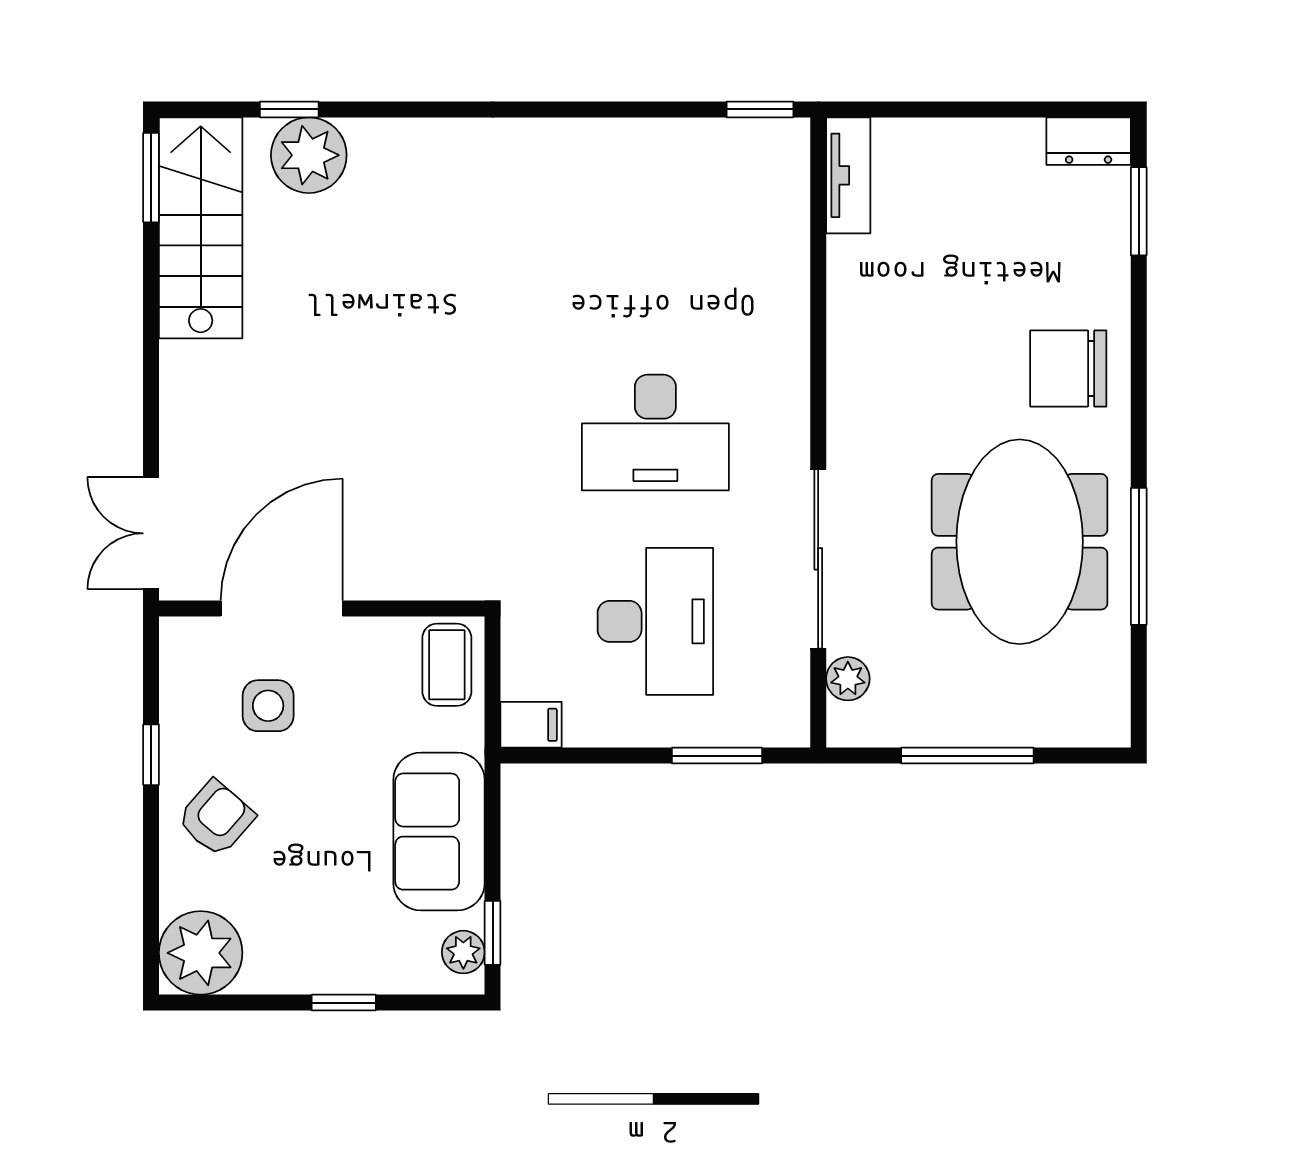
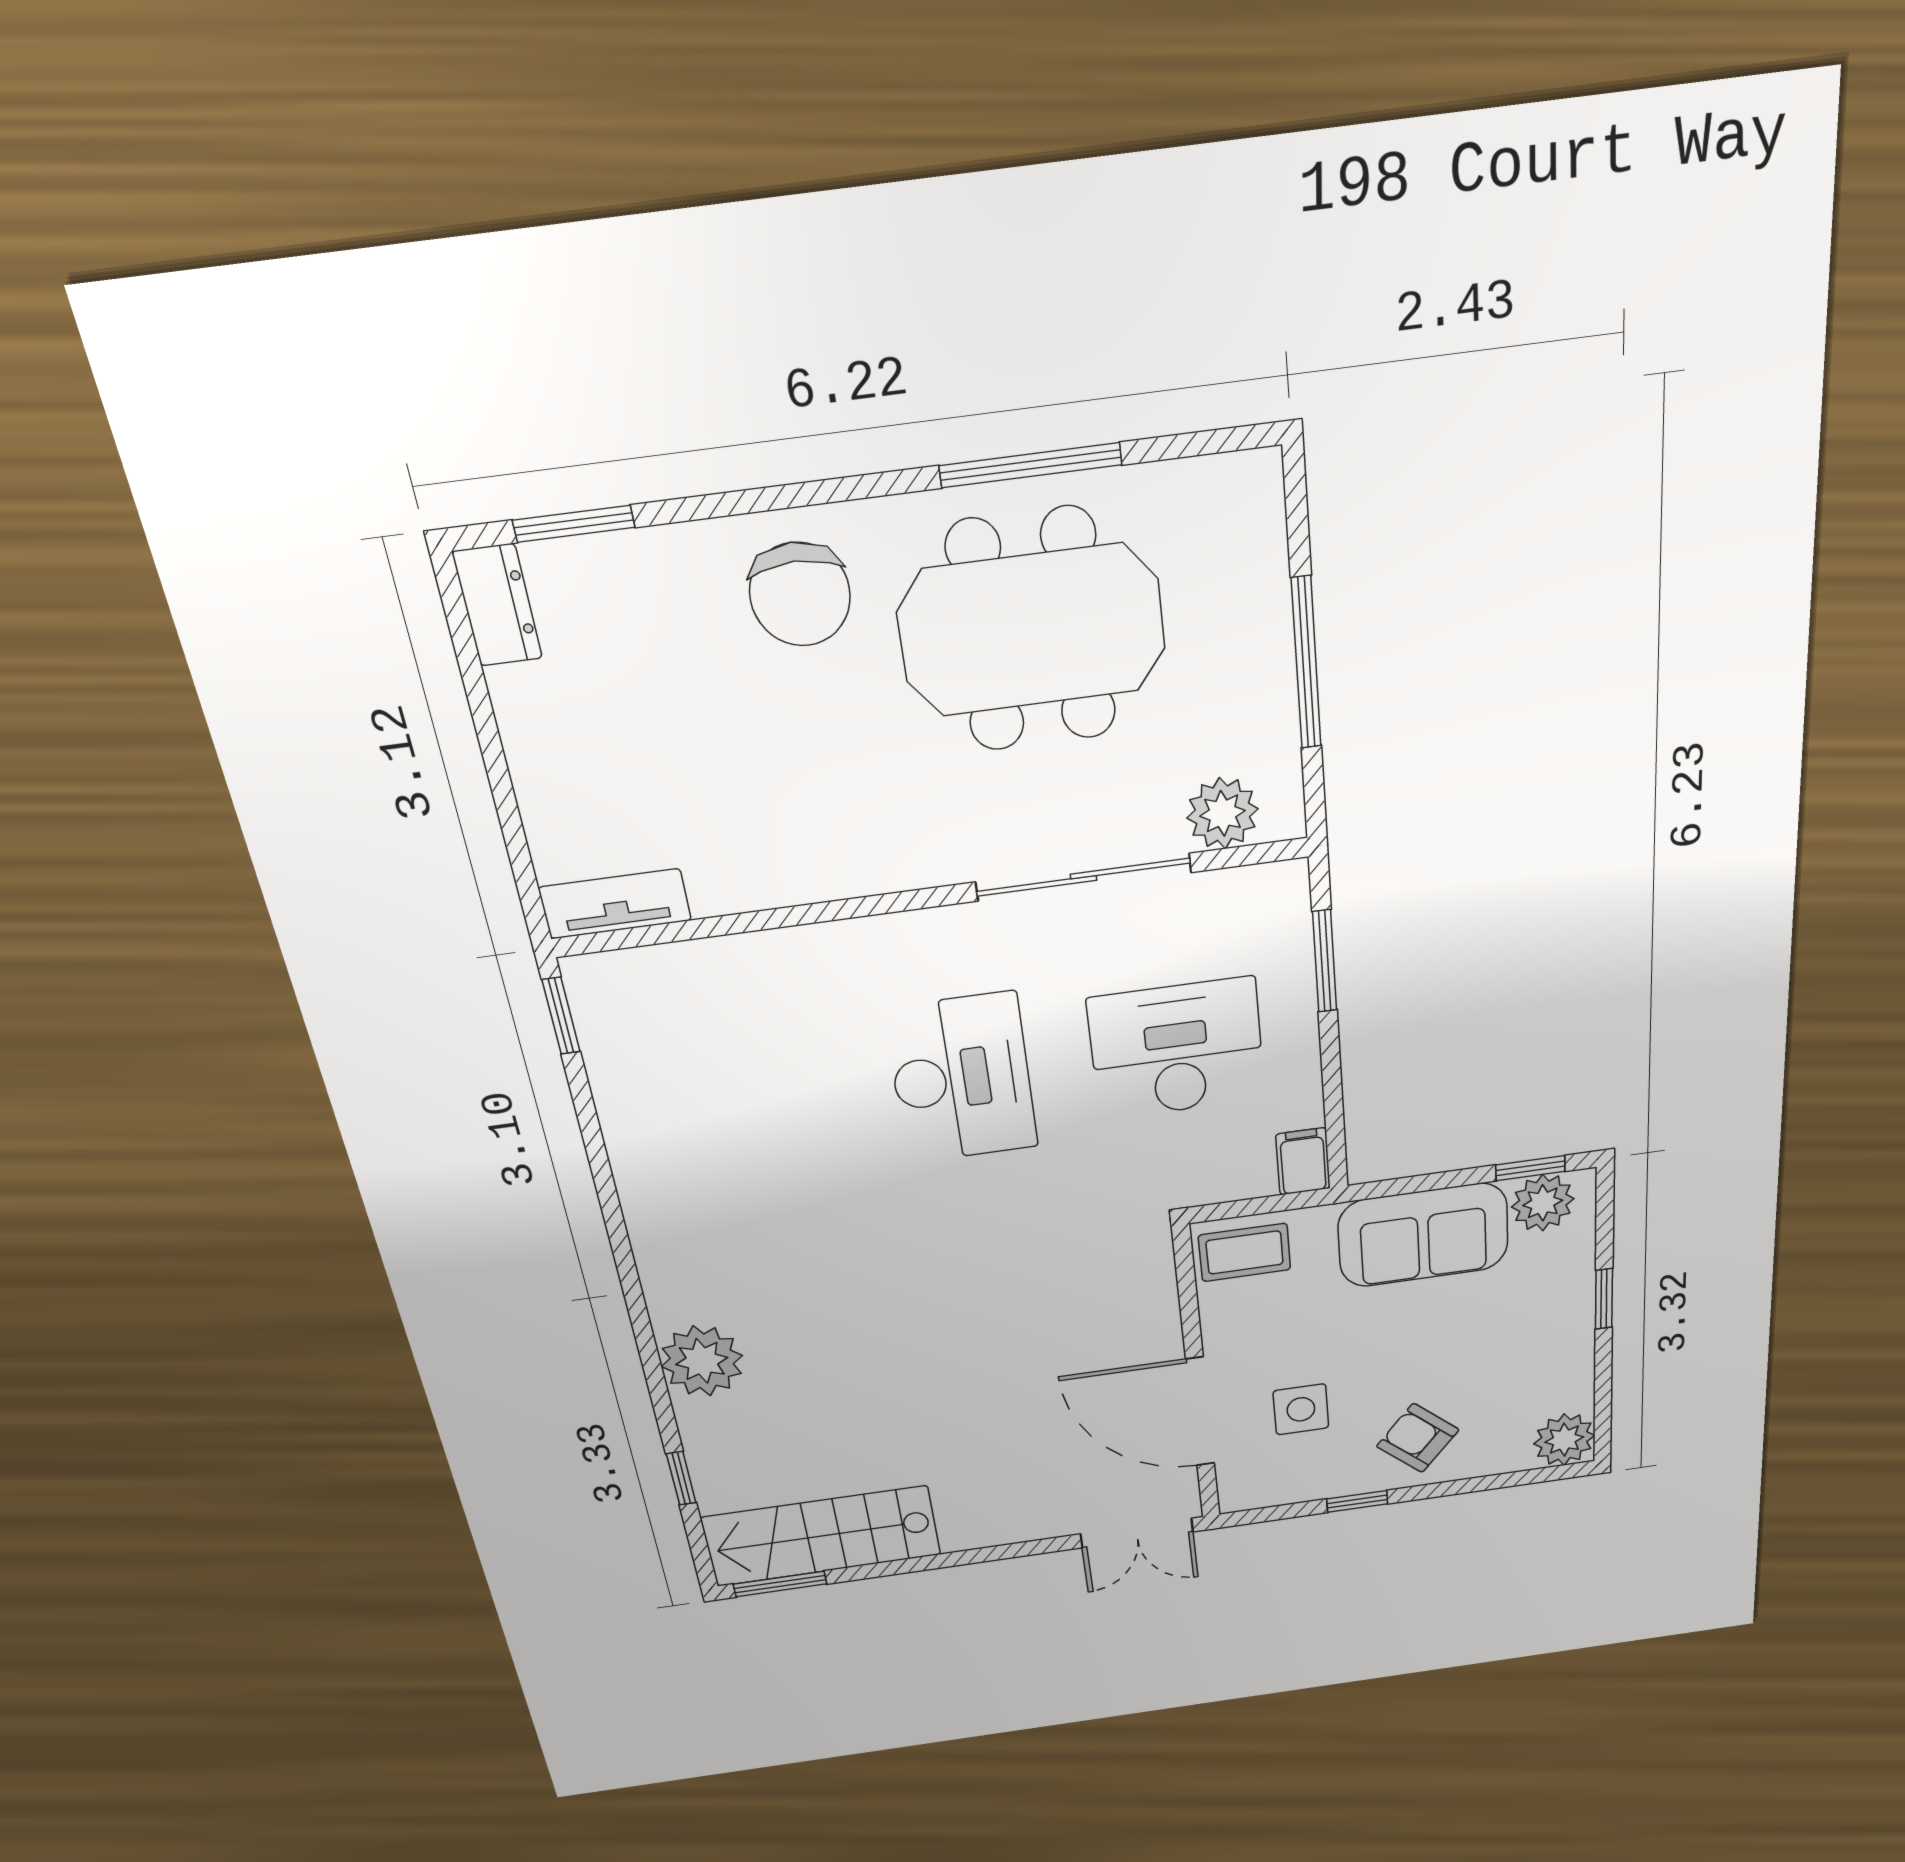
plant: (309, 155) -> (702, 1361), moved
plant: (848, 679) -> (1222, 813), width x1.38, depth x1.38
plant: (463, 952) -> (1543, 1203), width x1.38, depth x1.38
plant: (201, 953) -> (1564, 1440), width x0.73, depth x0.73

